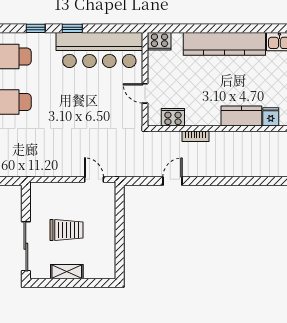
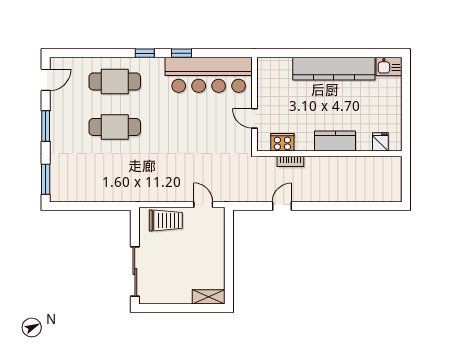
cooker: (159, 41) -> (269, 66), removed
kitchen counter: (241, 116) -> (335, 141), moved
bookcase: (195, 136) -> (290, 161), moved
trolley: (67, 230) -> (166, 220), moved
shelving: (67, 272) -> (209, 297), moved

